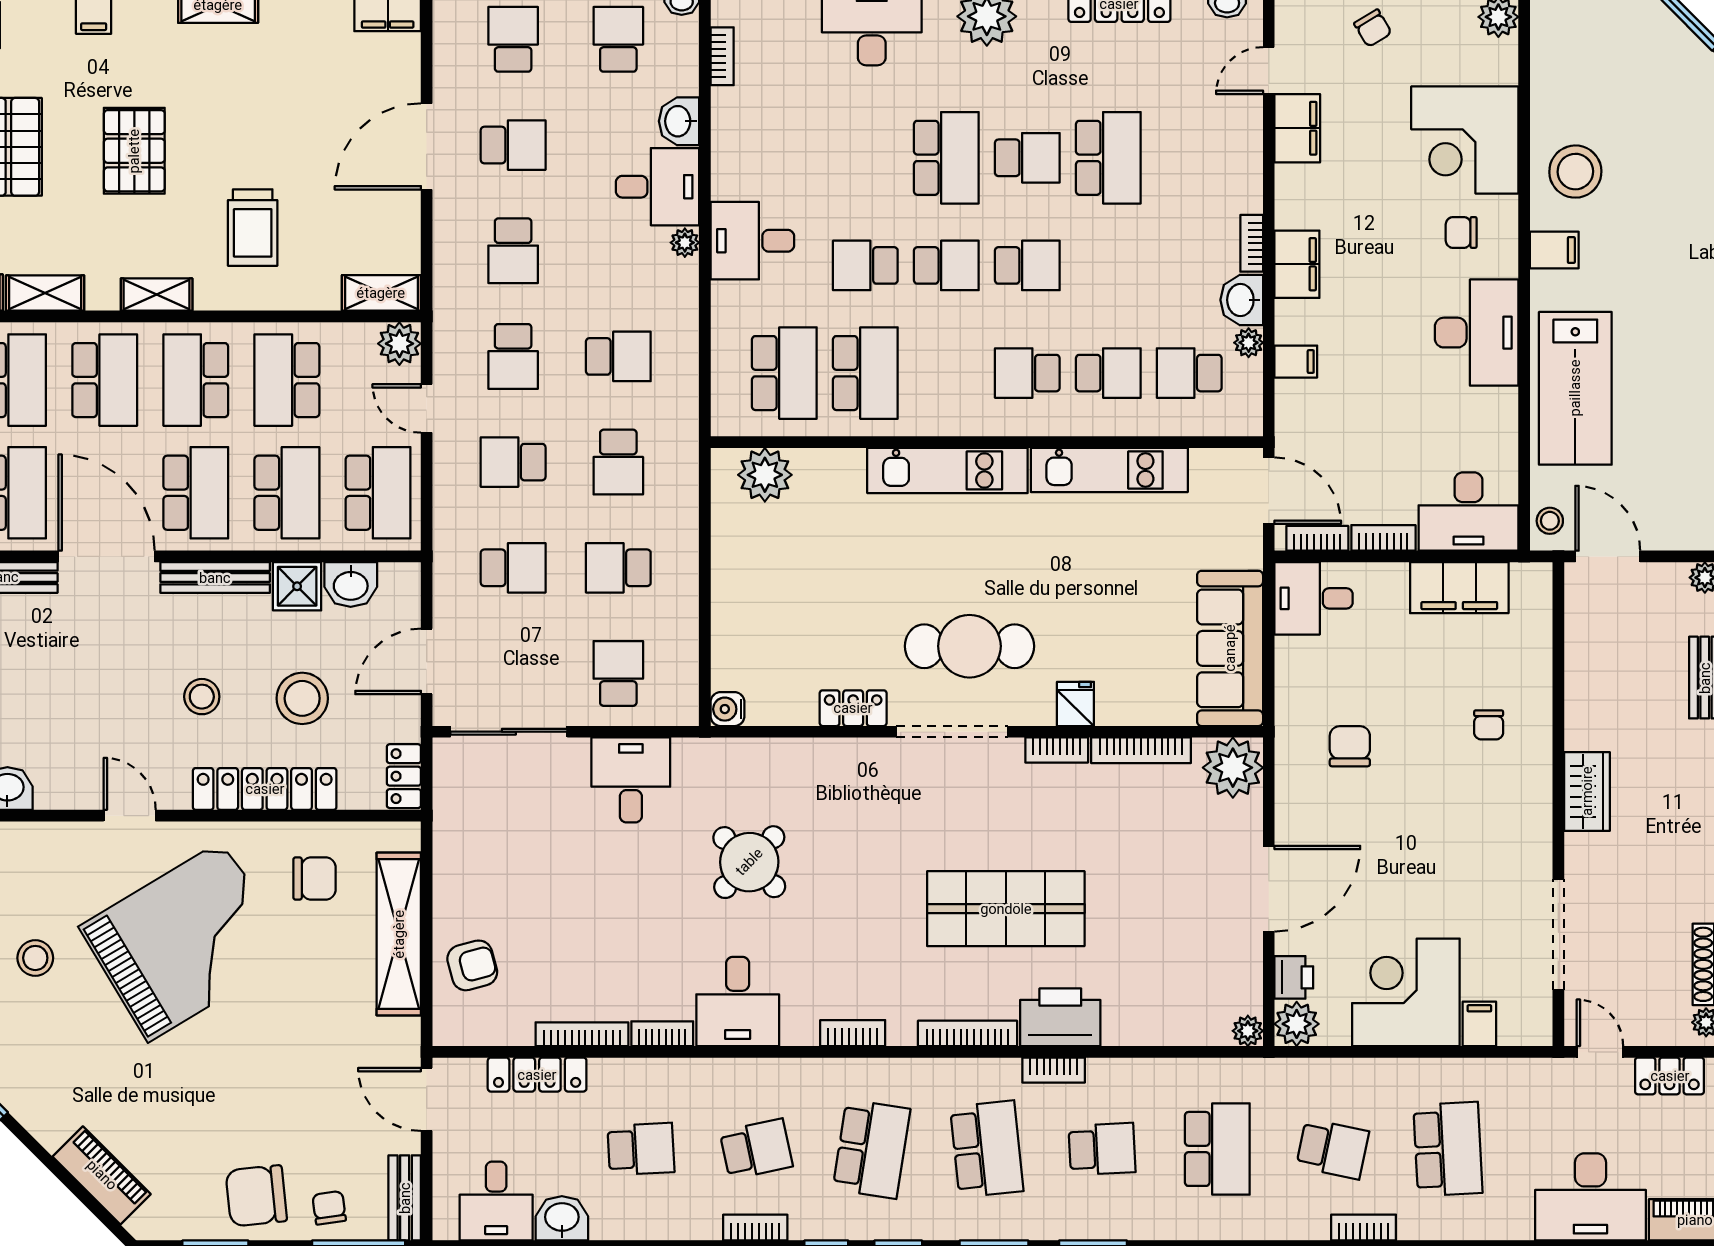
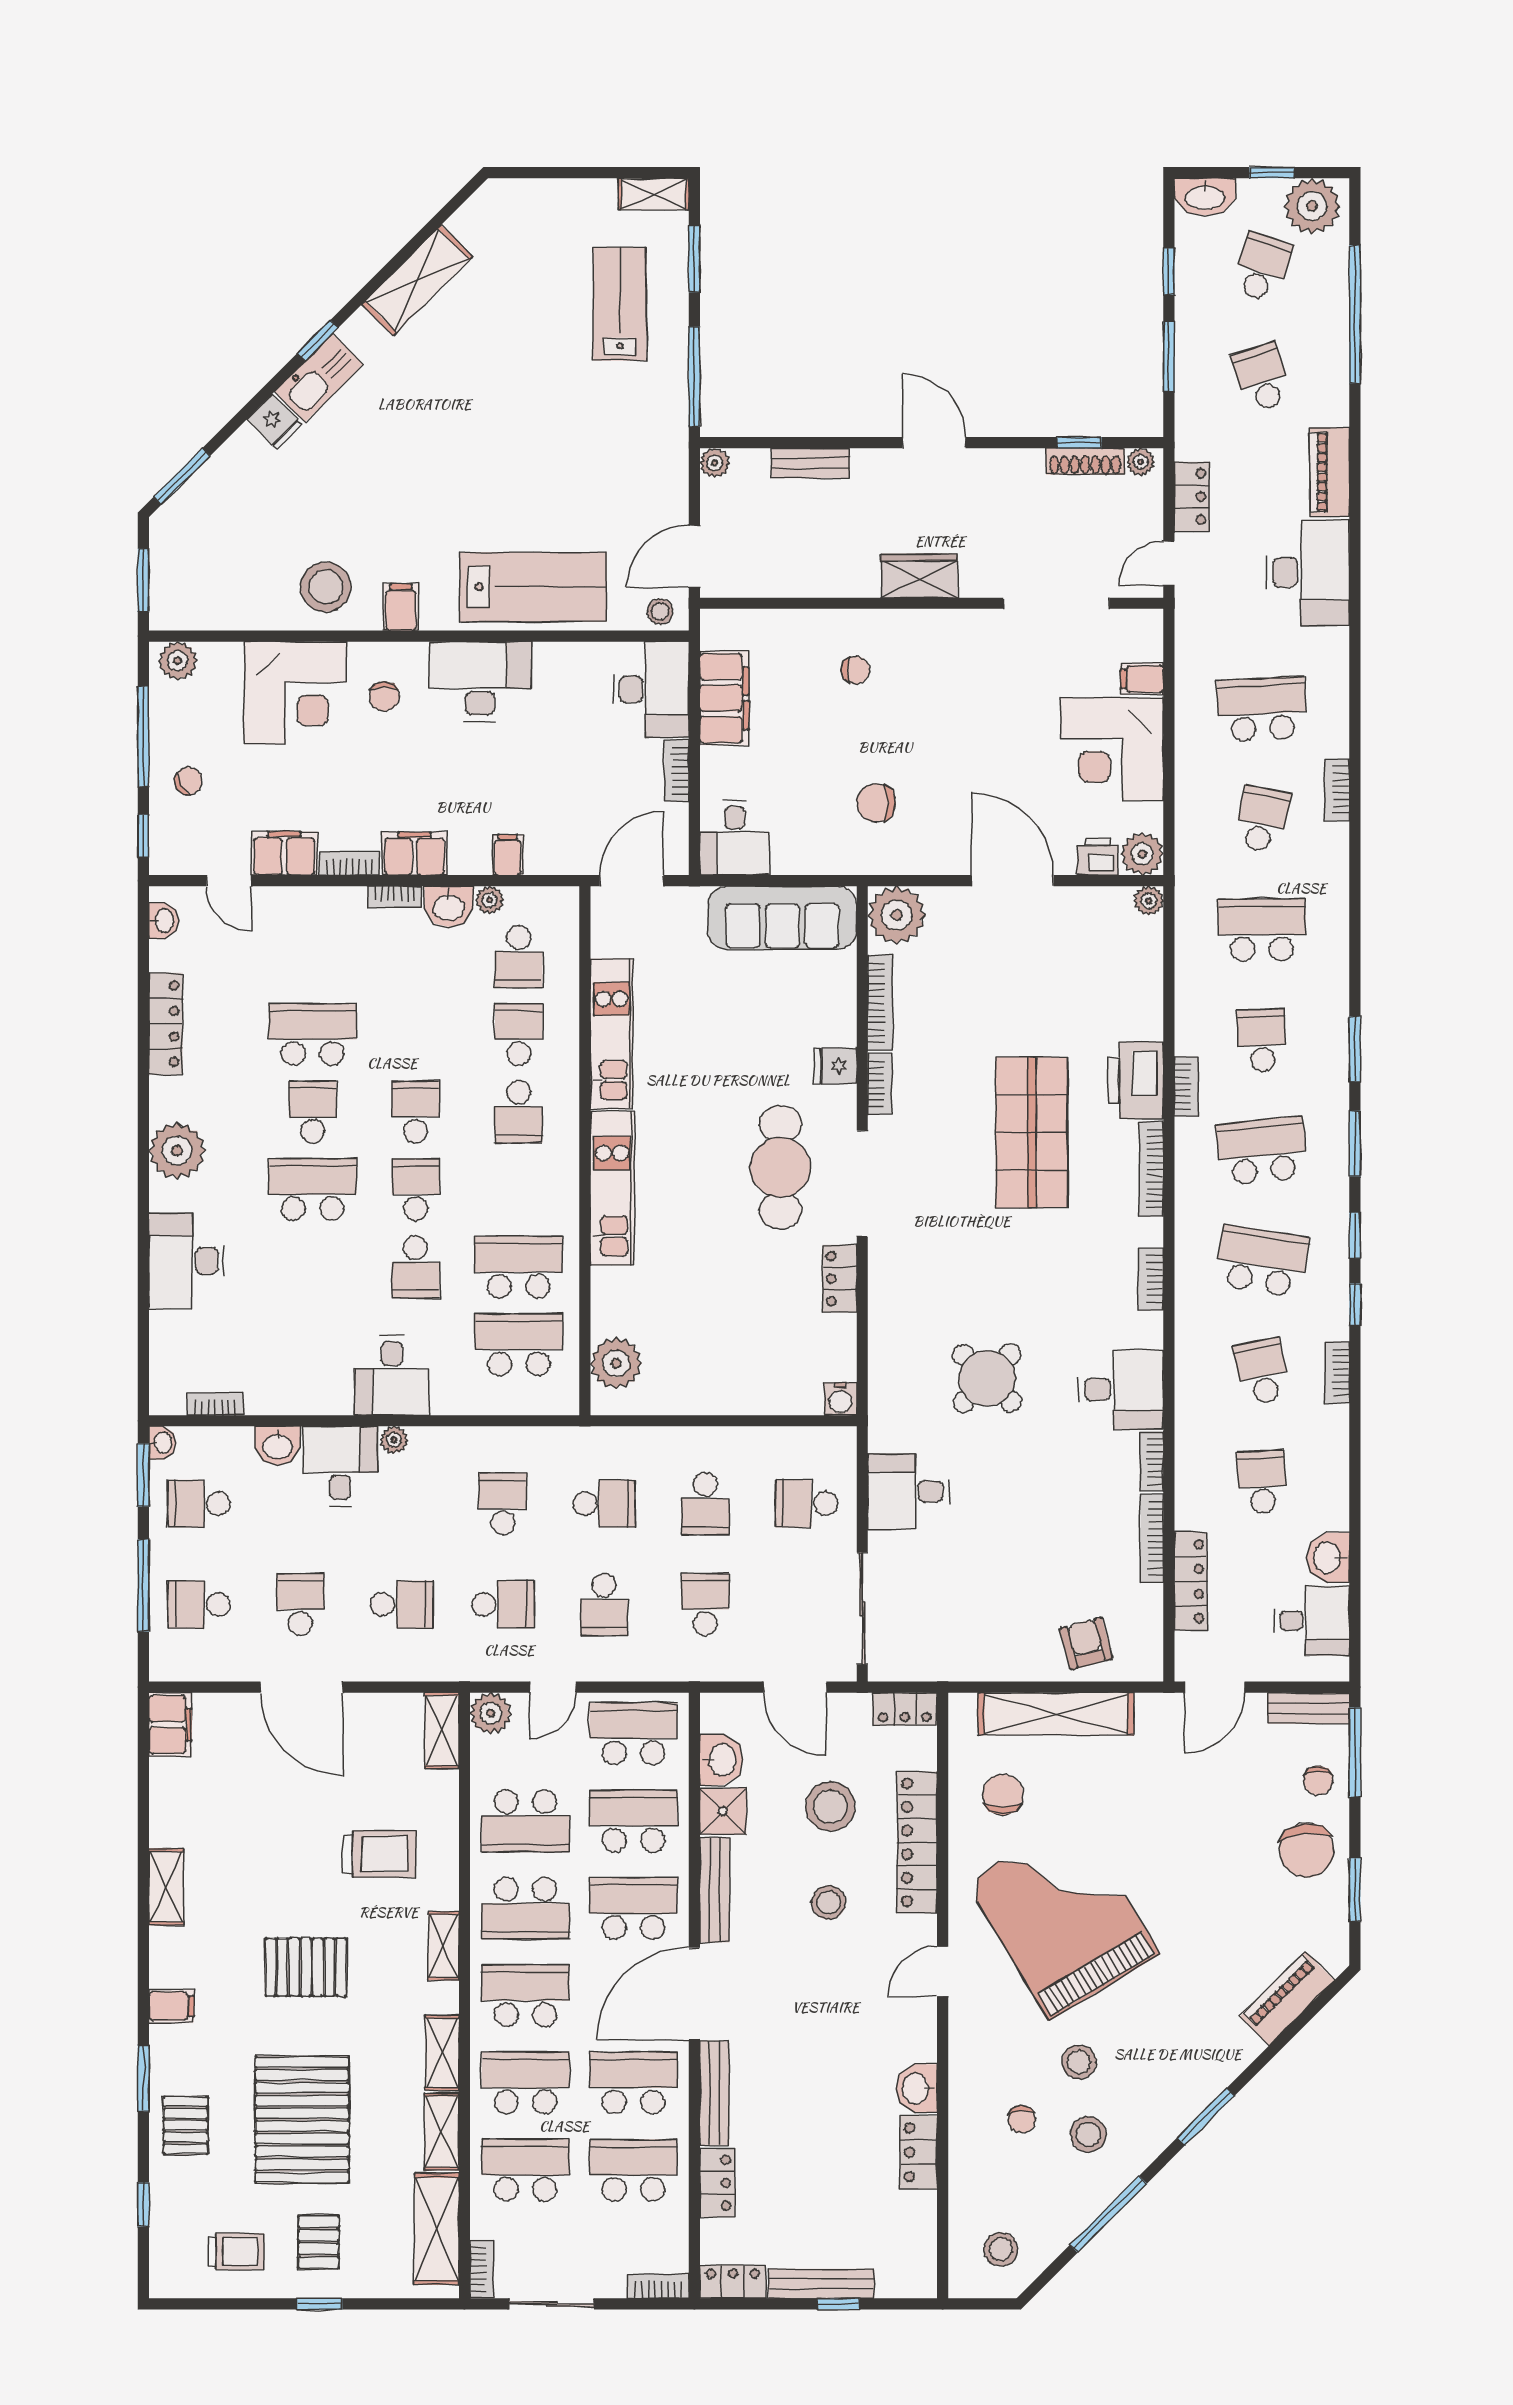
bookcase: (1317, 538) -> (350, 863), moved, turned 90
chair: (329, 1208) -> (1318, 1781), turned -82

